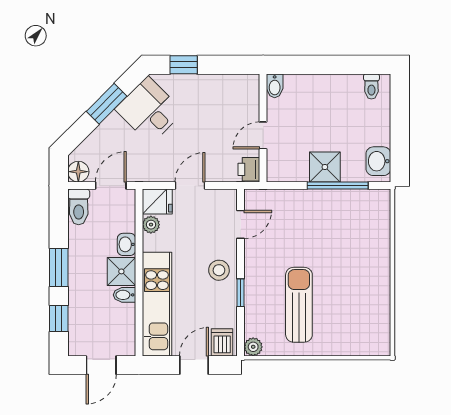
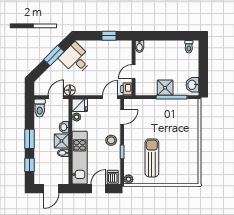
window: (184, 65) -> (109, 36), moved
floor lamp: (78, 172) -> (70, 90), moved
door: (190, 186) -> (110, 97), moved

